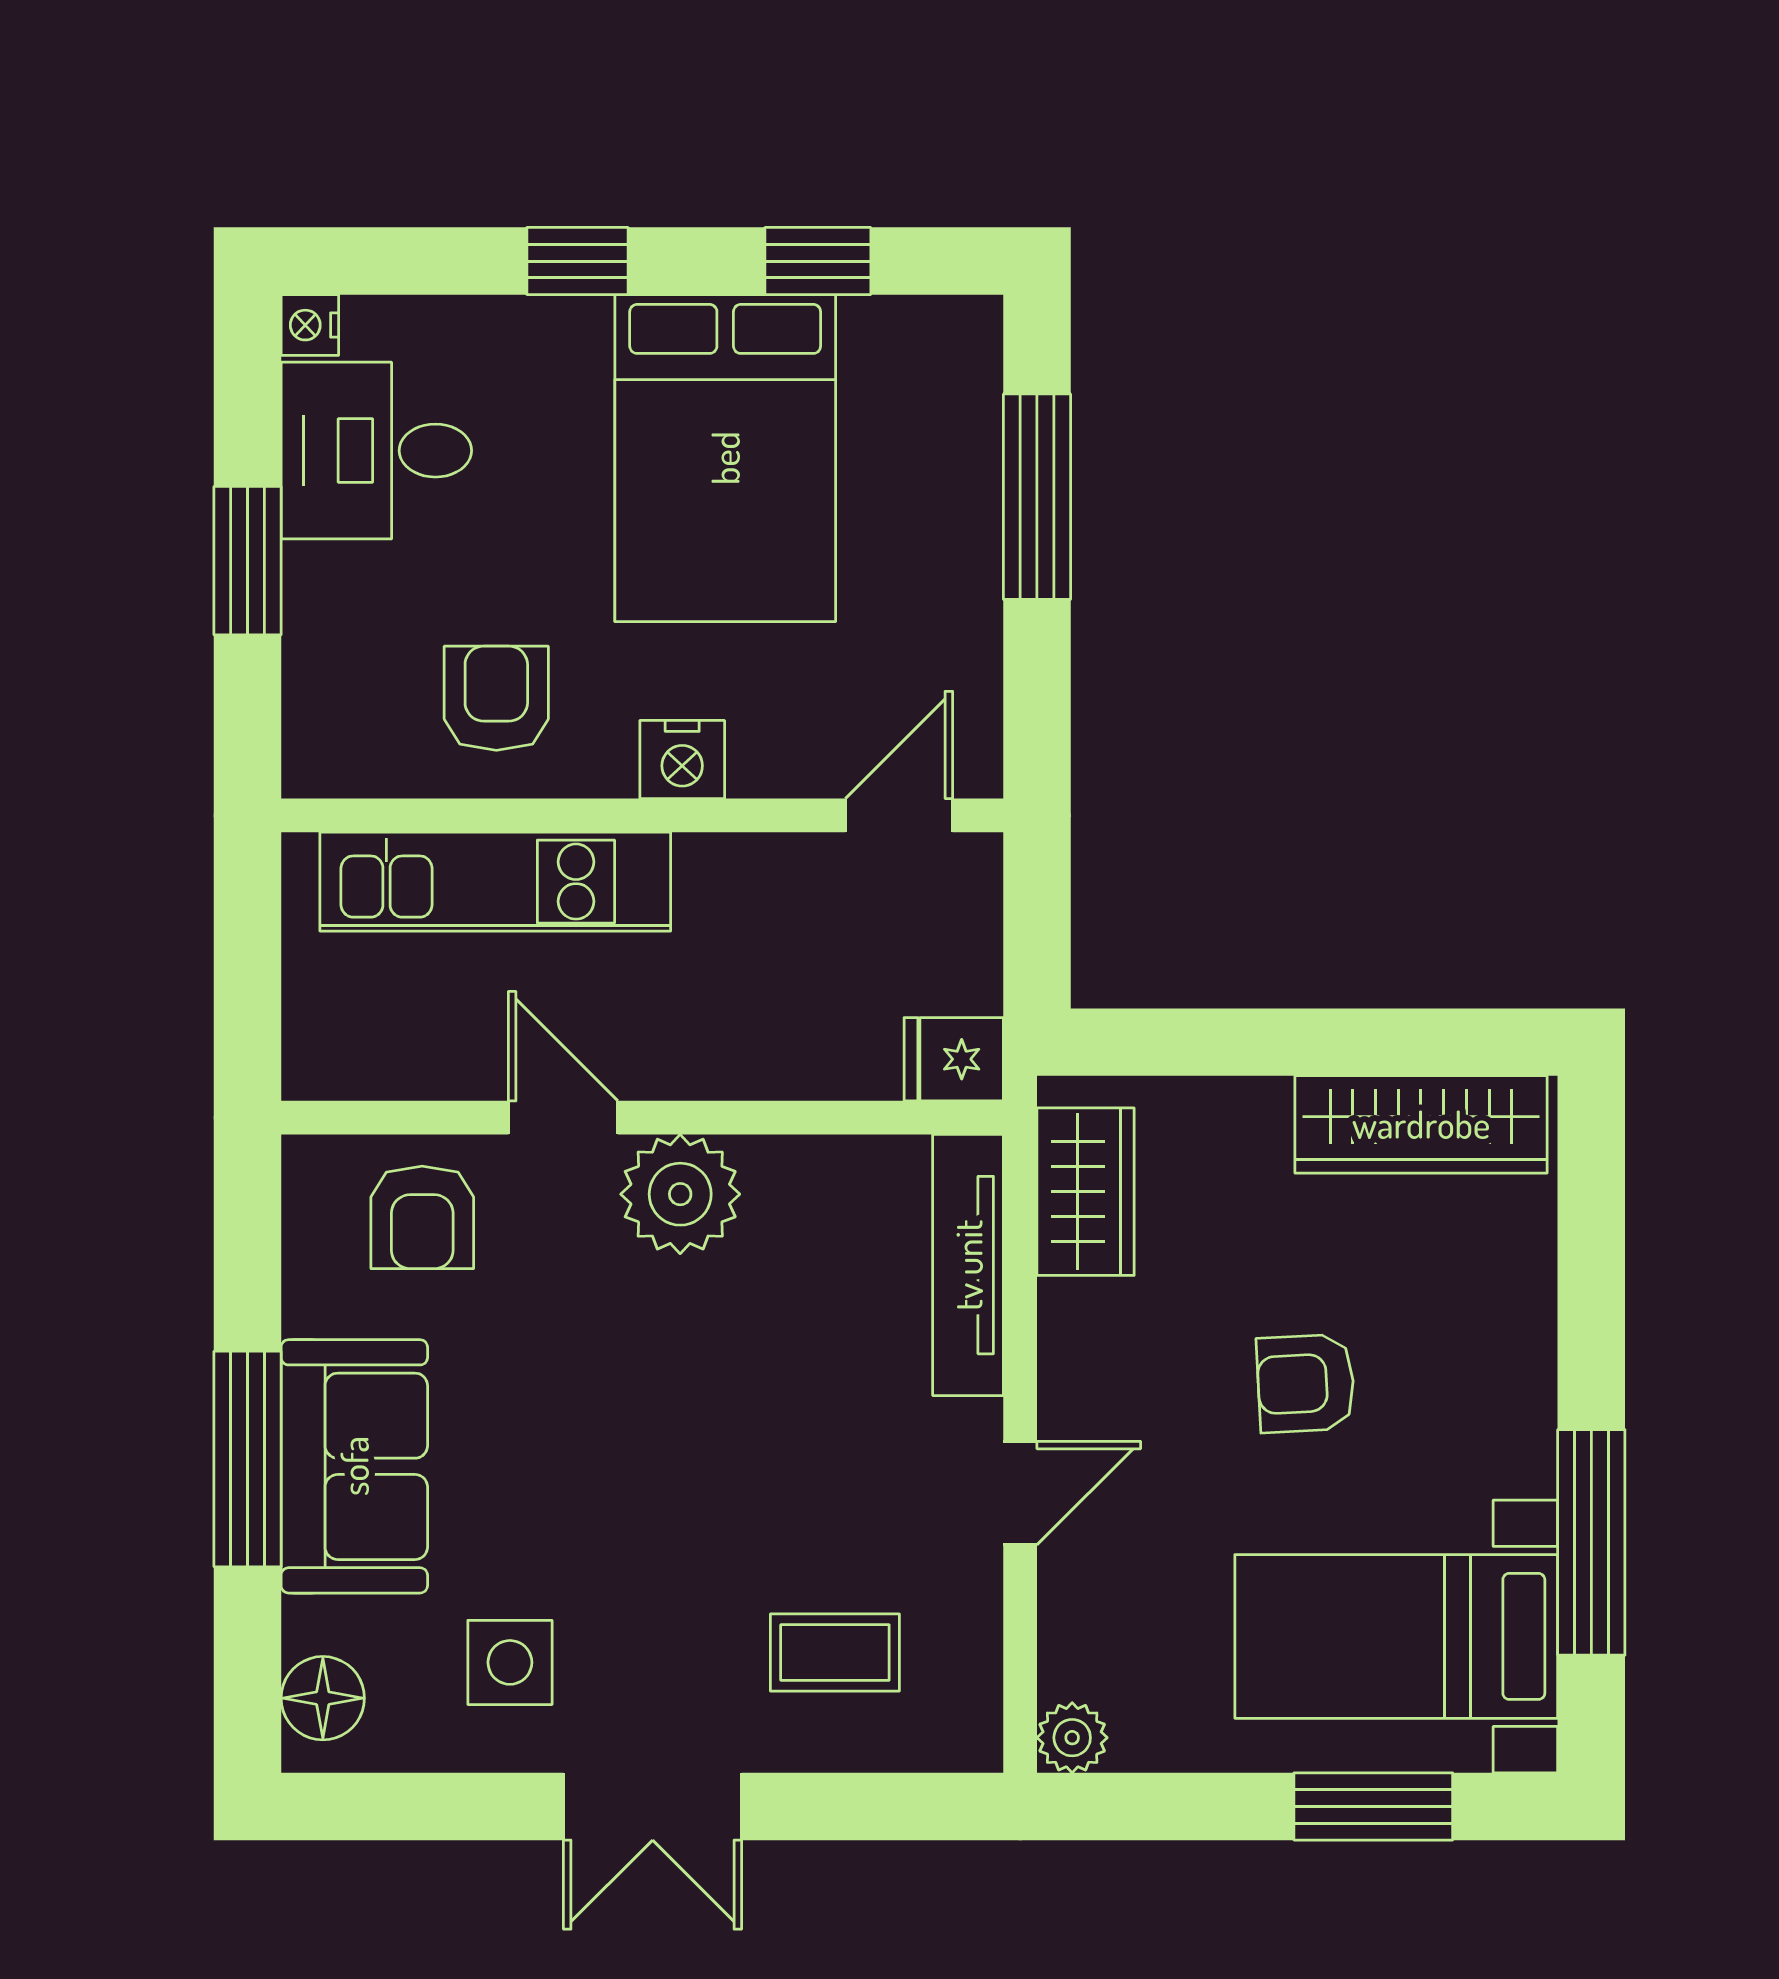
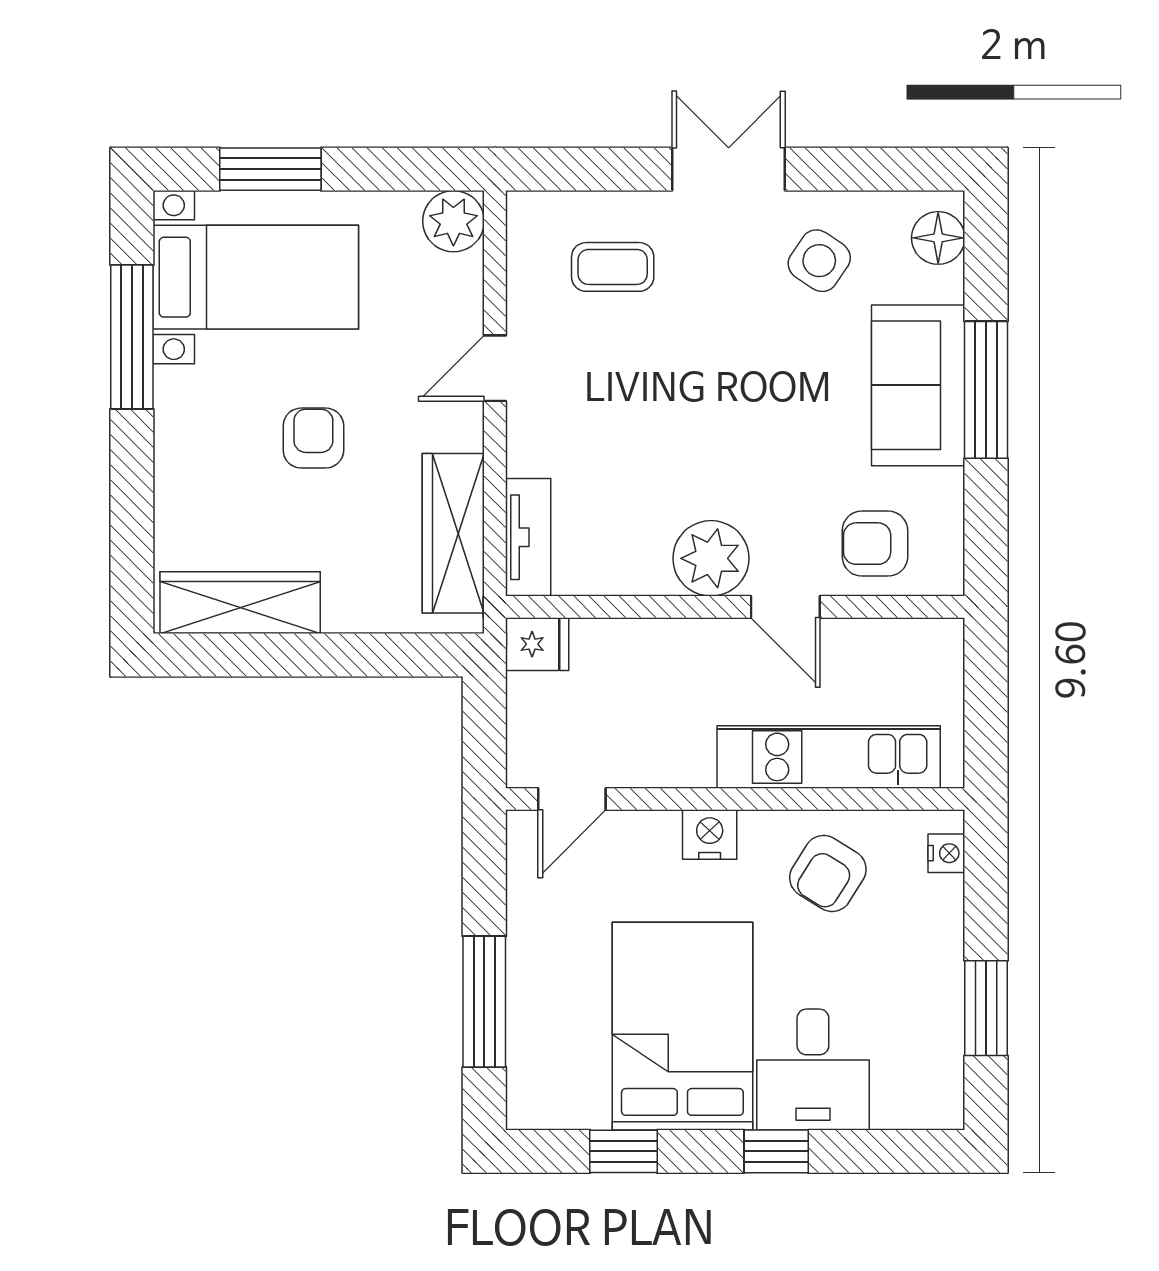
nightstand: (310, 325) -> (946, 853), moved
desk: (376, 451) -> (813, 1069), moved, turned 90
window: (247, 561) -> (986, 1008), moved
armchair: (496, 698) -> (828, 873), turned 32
wardrobe: (1086, 1192) -> (453, 533), width x1.50
armchair: (422, 1217) -> (875, 544), turned -90
tv unit: (968, 1265) -> (528, 537), width x0.71
armchair: (1306, 1383) -> (313, 438), turned -87
side table: (510, 1662) -> (819, 261), turned 34
plant: (1072, 1738) -> (453, 221), width x1.38, depth x1.38

